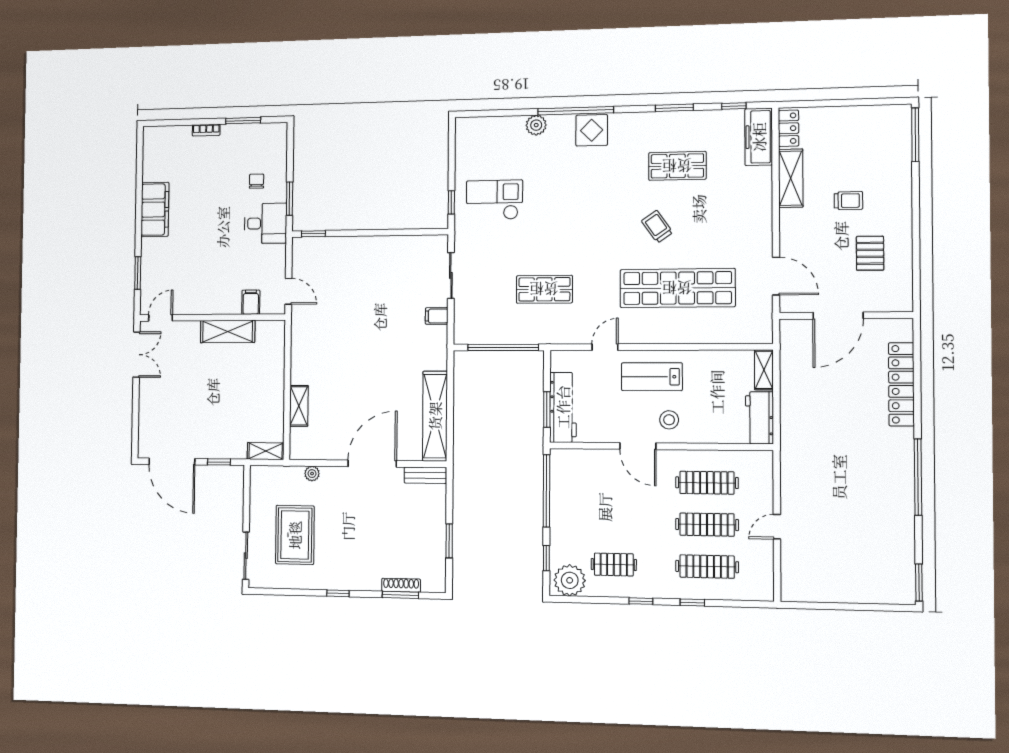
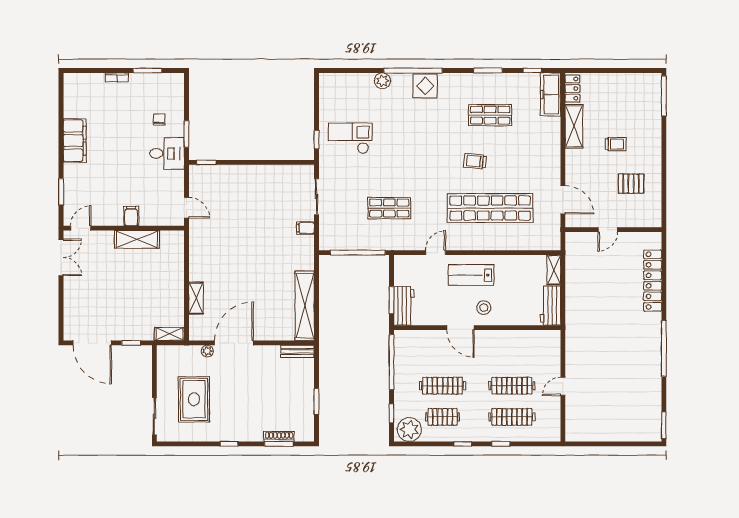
trolley: (657, 227) -> (475, 161), turned -50
pallet: (870, 253) -> (631, 184), turned 90
filing cabinet: (251, 302) -> (131, 216), moved
door: (838, 316) -> (608, 230), width x0.53
workbench: (563, 407) -> (404, 306), width x0.73
door: (372, 464) -> (234, 343), moved
clothes rail: (707, 483) -> (443, 386), moved

